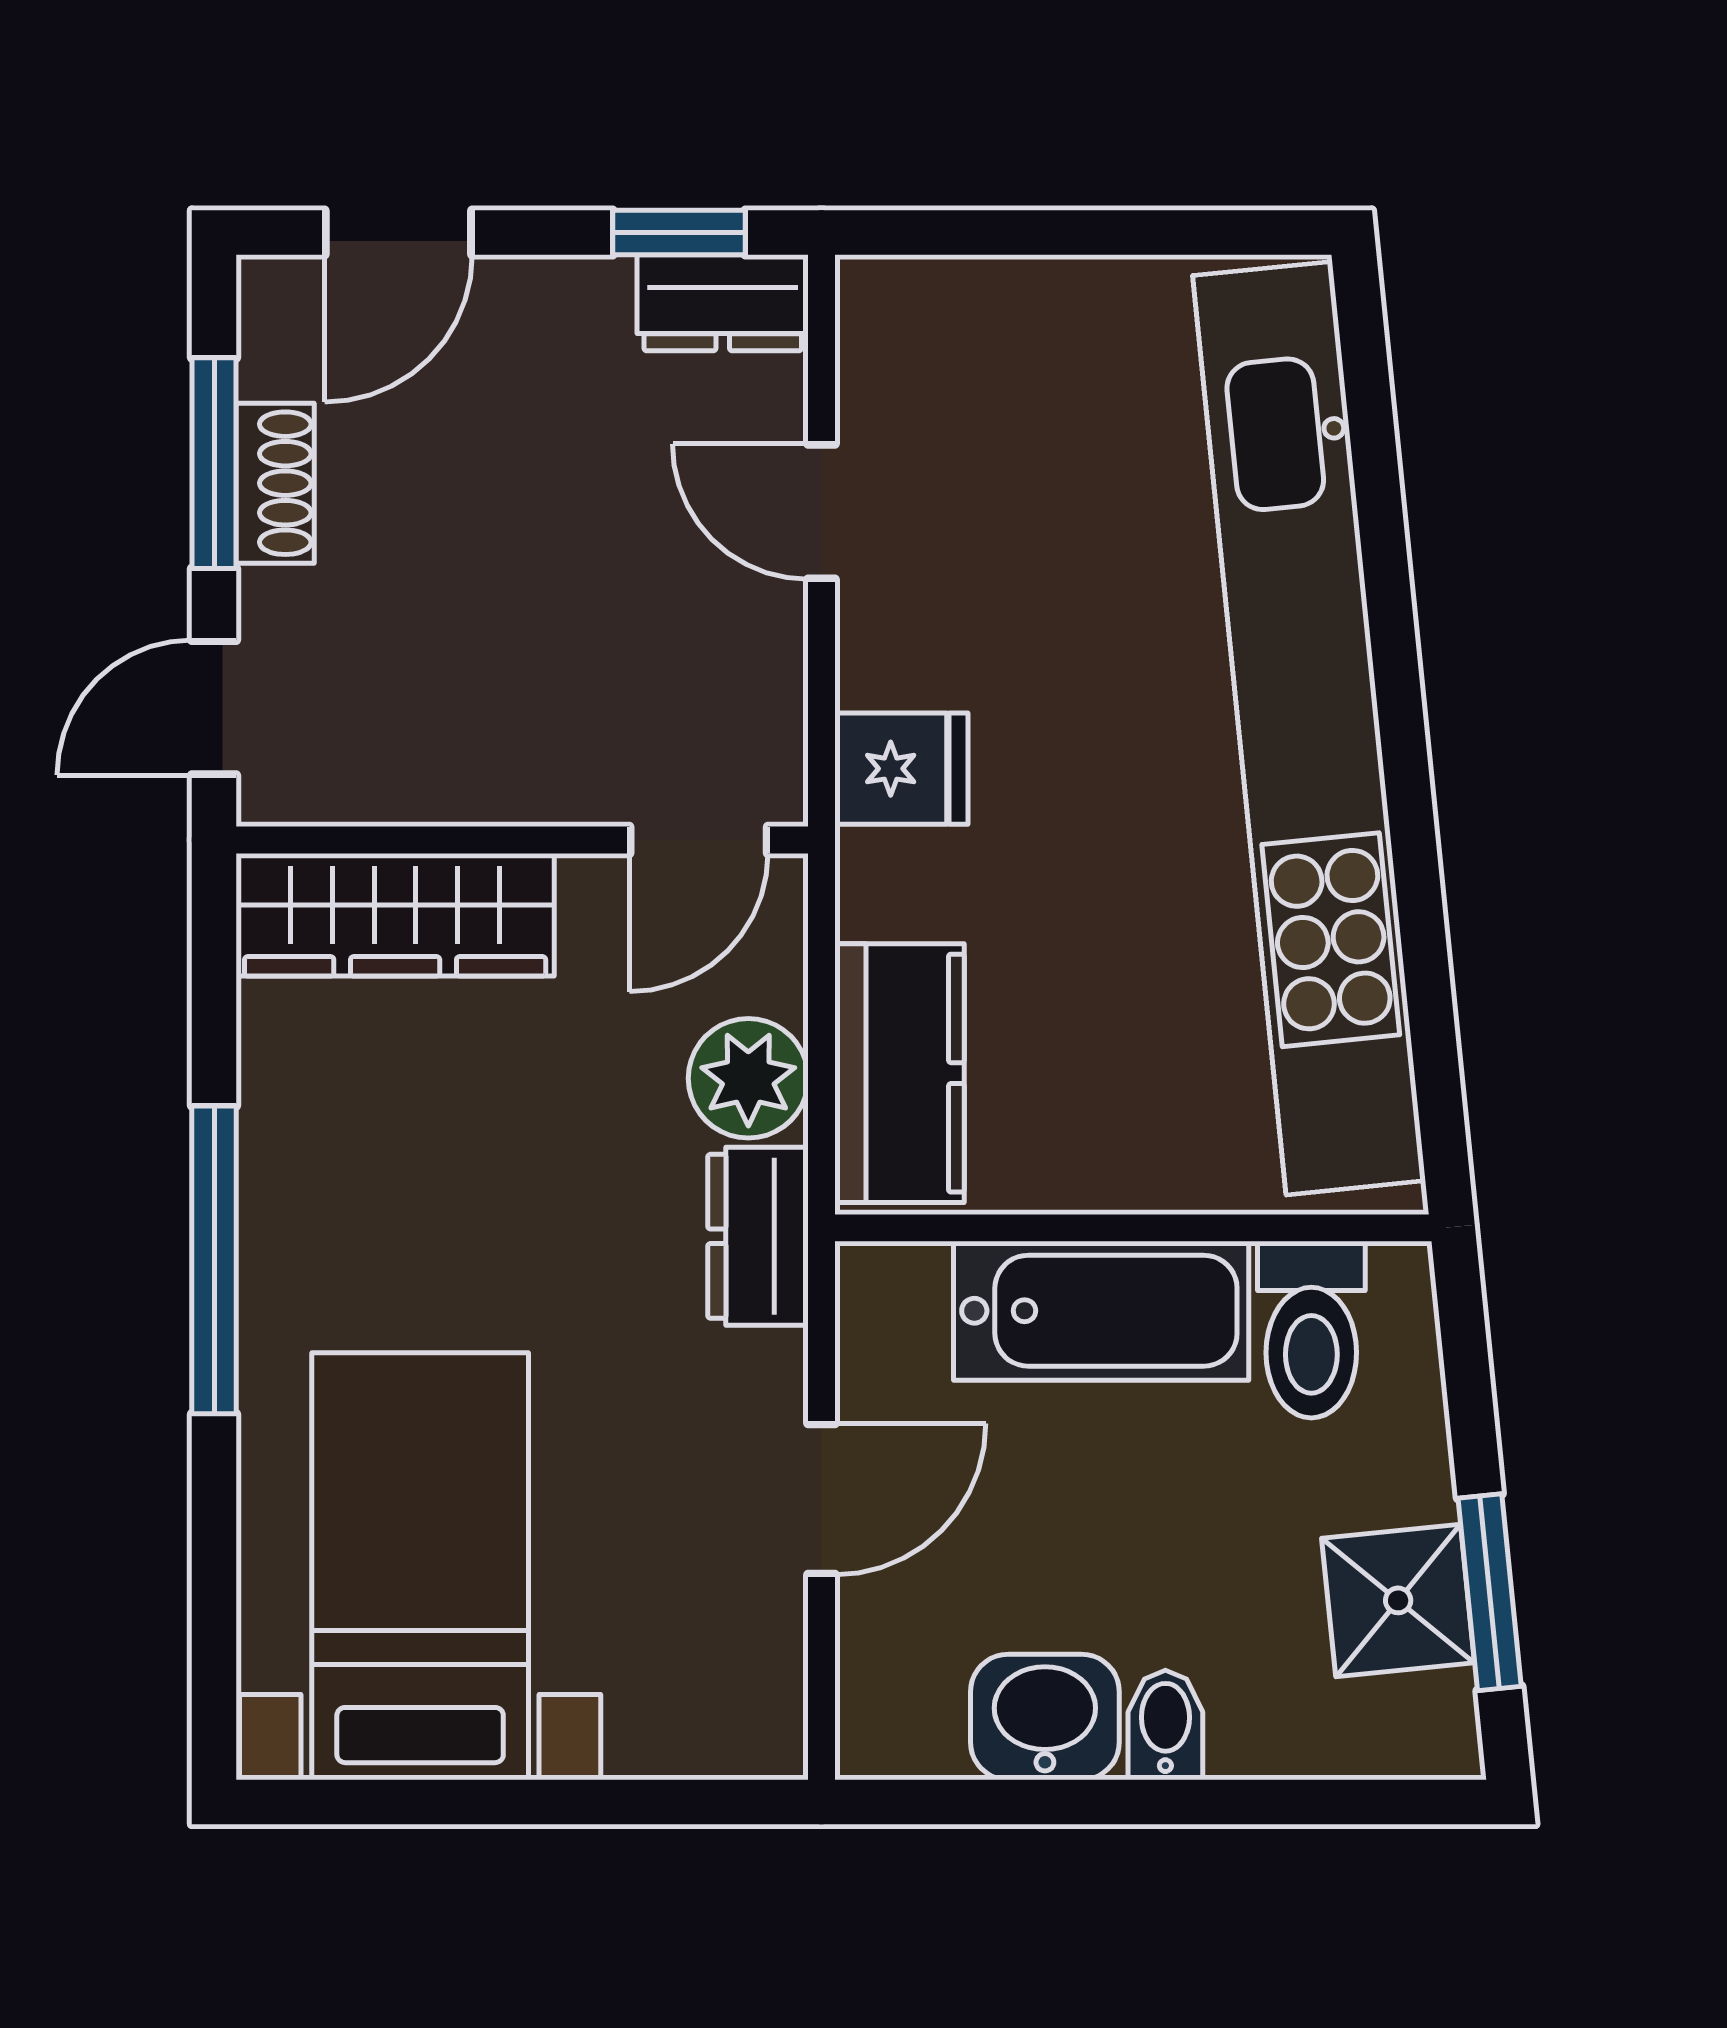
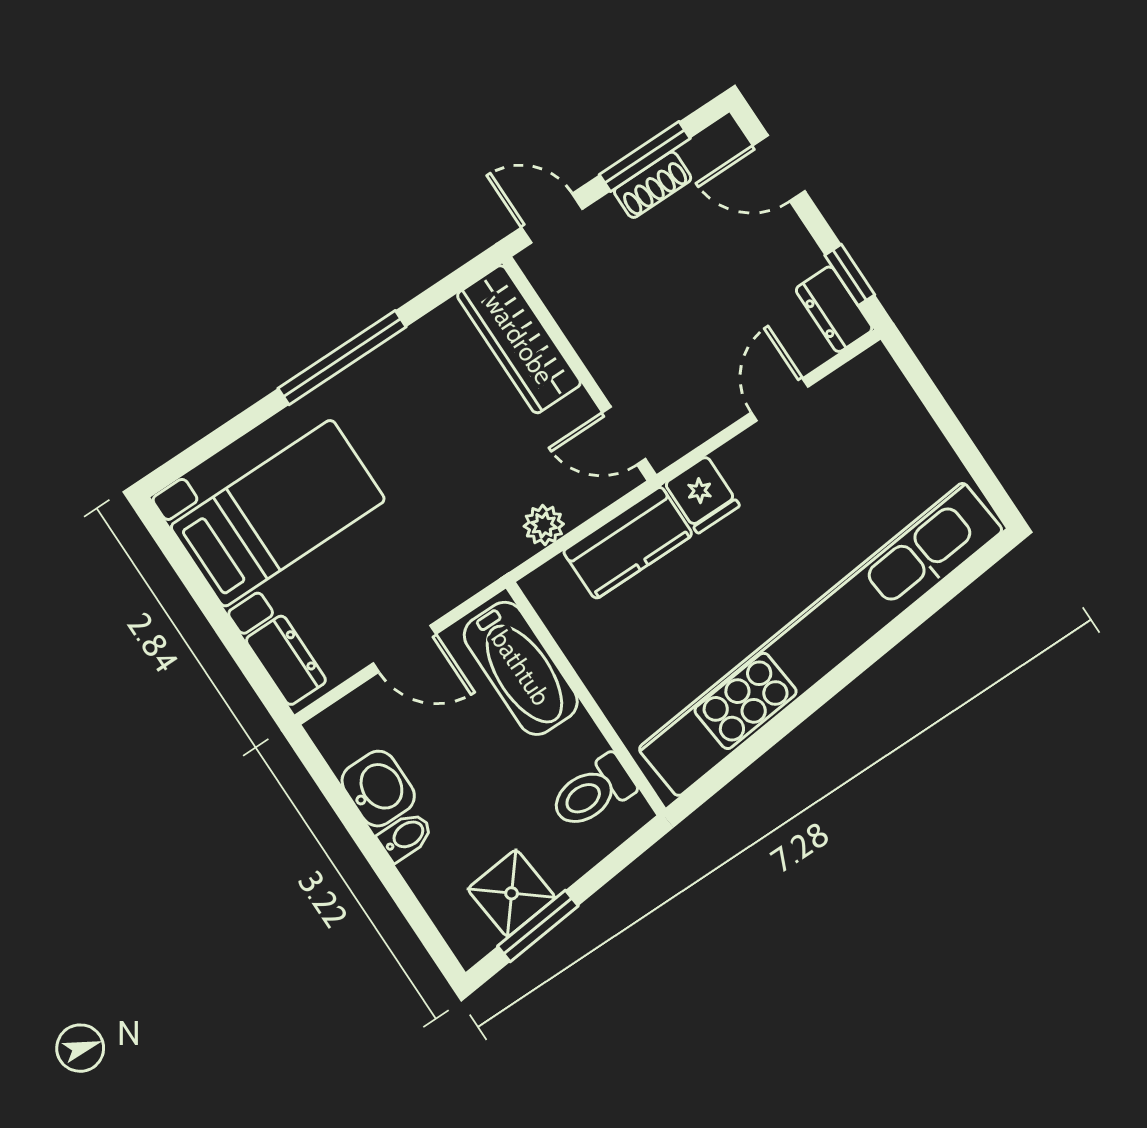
kitchen counter: (899, 1073) -> (628, 543), moved
plant: (748, 1078) -> (544, 525), width x0.73, depth x0.73
dresser: (758, 1236) -> (286, 660), moved, turned 90
bathtub: (1101, 1311) -> (521, 668), moved

